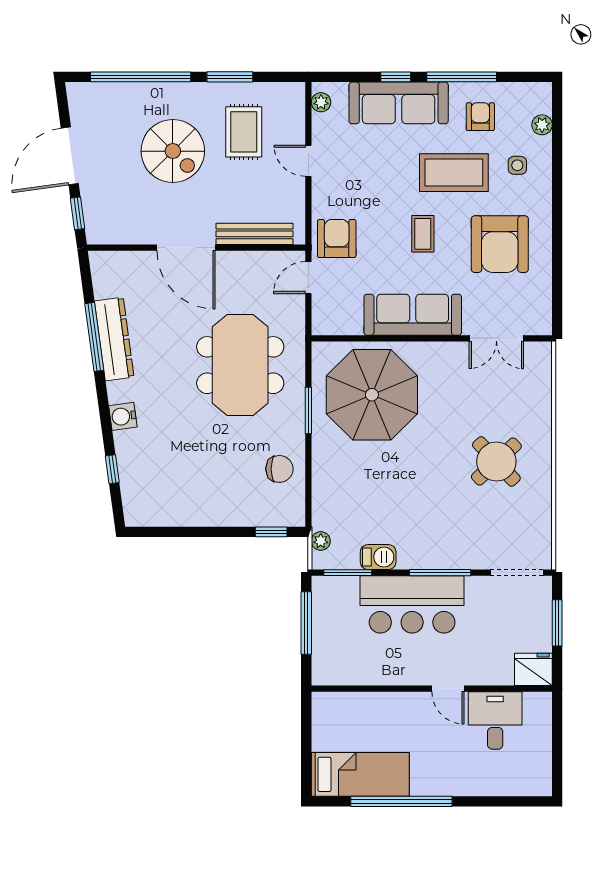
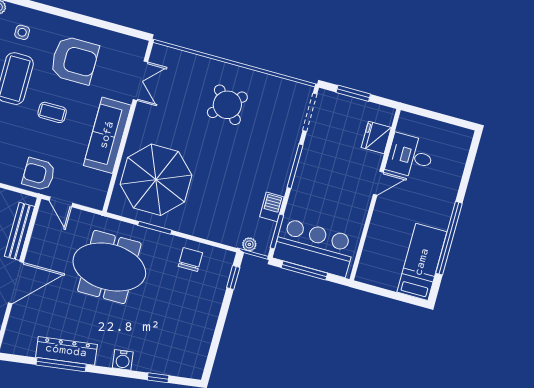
bar counter: (412, 604) -> (314, 248), moved, turned -90
fridge: (533, 669) -> (376, 138), moved

